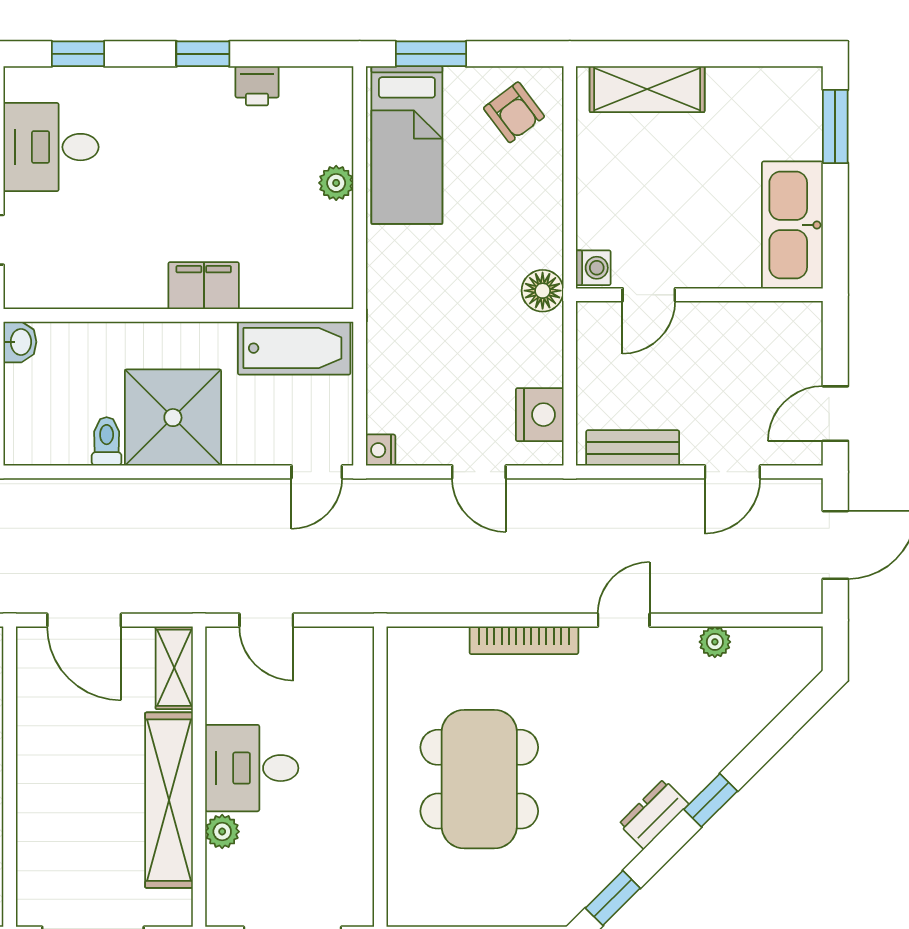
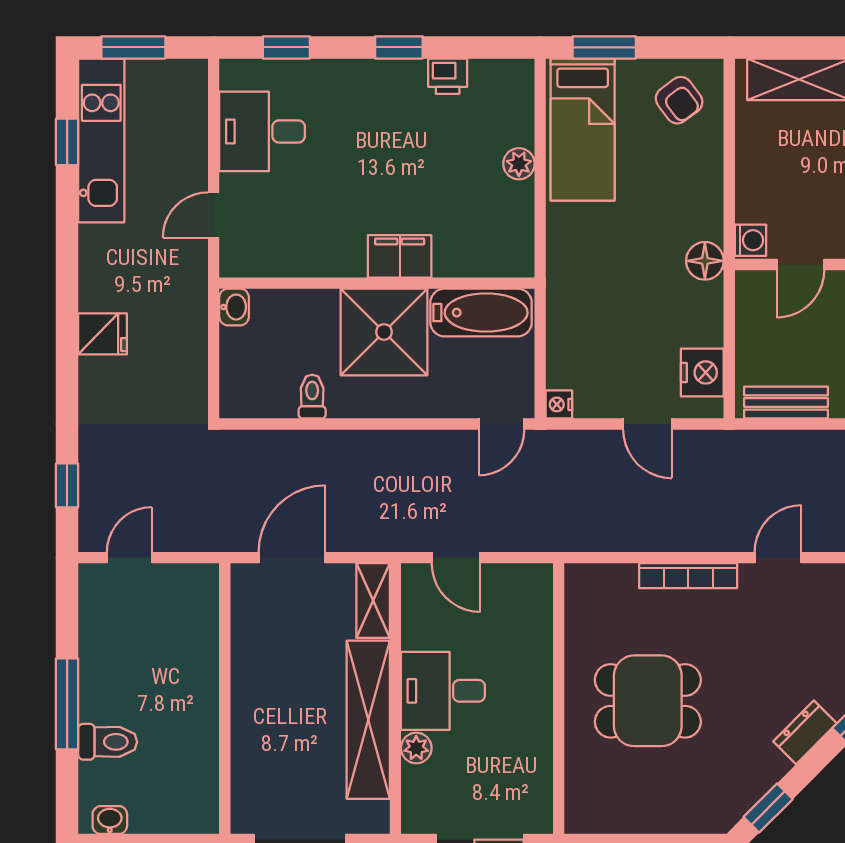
shower: (173, 418) -> (384, 332), moved
door: (84, 620) -> (292, 558), swing flipped
dining table: (479, 779) -> (648, 701), width x0.73

